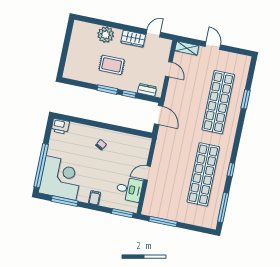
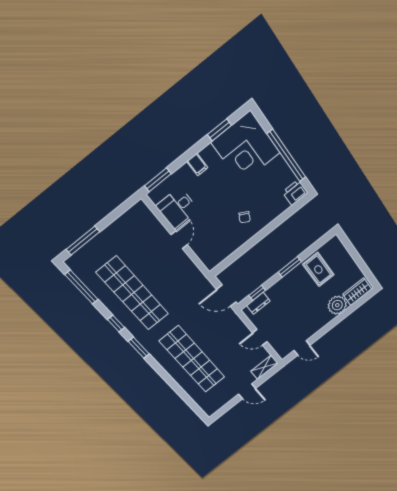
door: (153, 33) -> (302, 348), hinge flipped
wardrobe: (133, 39) -> (357, 292), moved
rug: (112, 65) -> (318, 270), moved, turned 90
window: (129, 94) -> (257, 293), moved
window: (246, 99) -> (139, 348), moved
window: (41, 166) -> (287, 156), moved
window: (65, 201) -> (219, 130), width x0.69
window: (163, 222) -> (83, 241), moved

